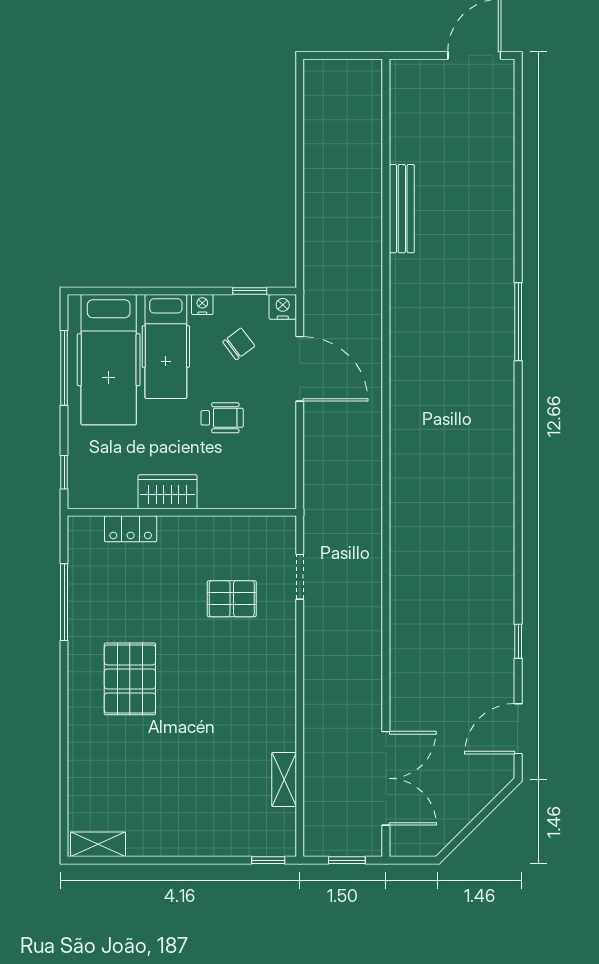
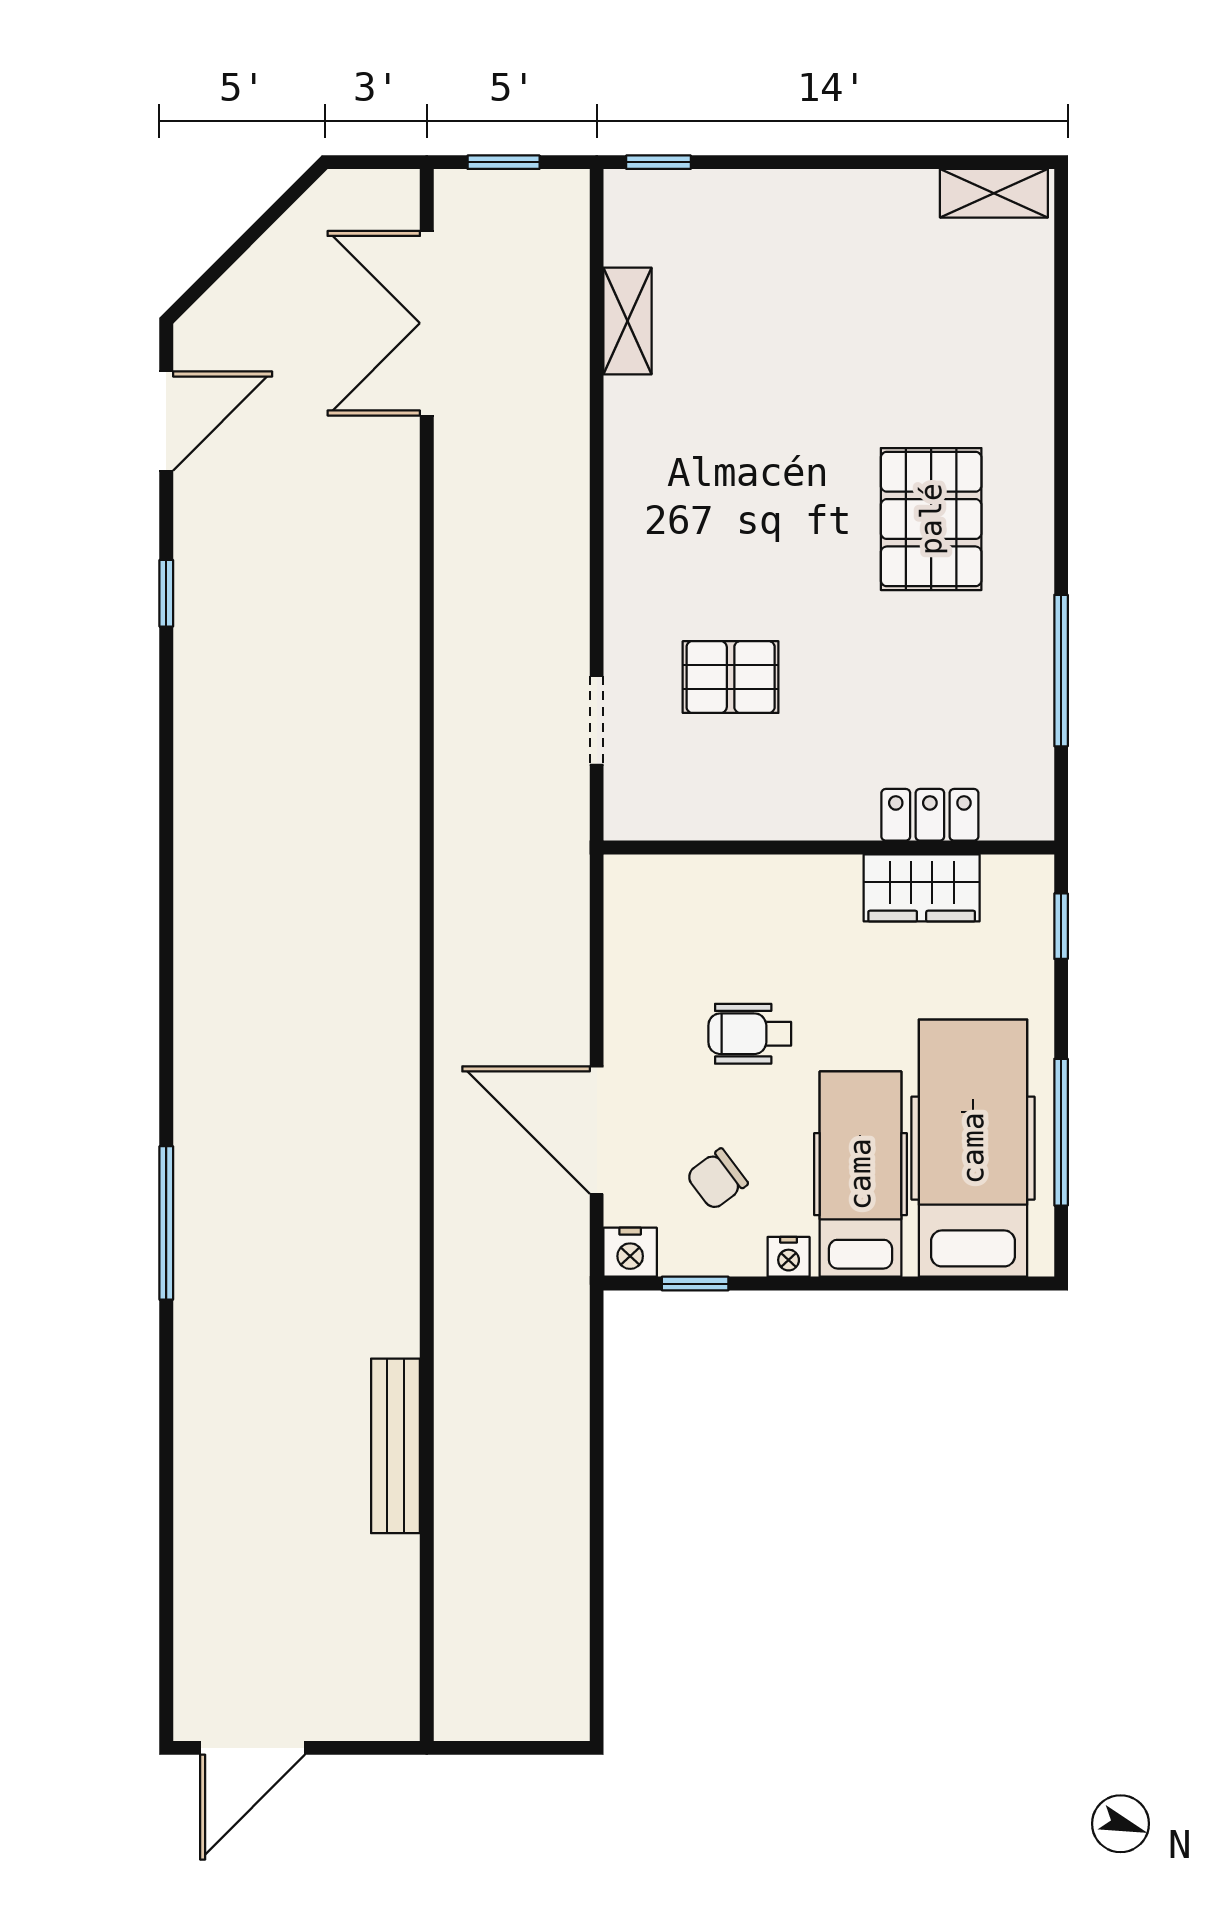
wardrobe: (168, 492) -> (922, 888), moved

